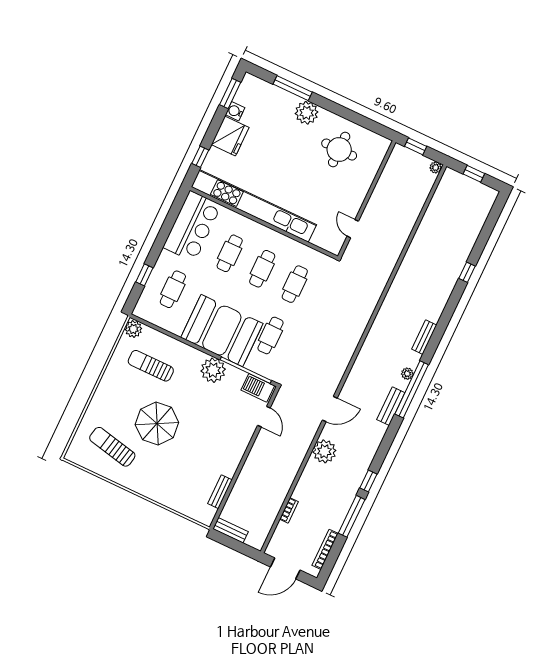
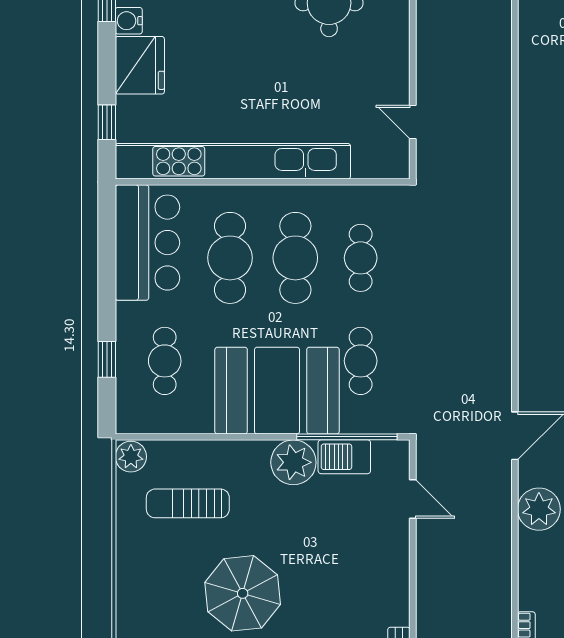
cafe table: (230, 253) -> (230, 258), width x1.37, depth x1.35
cafe table: (262, 269) -> (295, 258), width x1.37, depth x1.35
barbecue: (258, 388) -> (344, 457), moved

